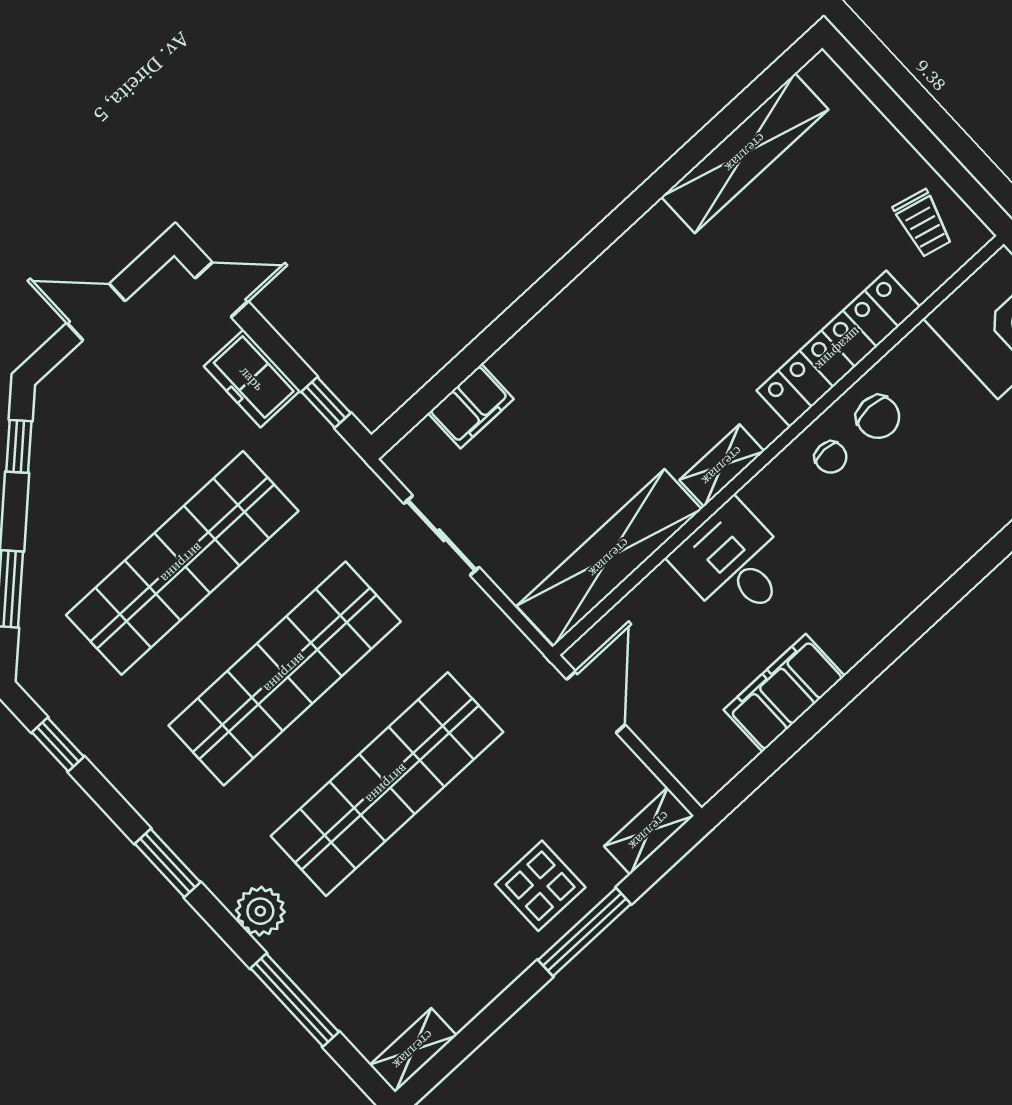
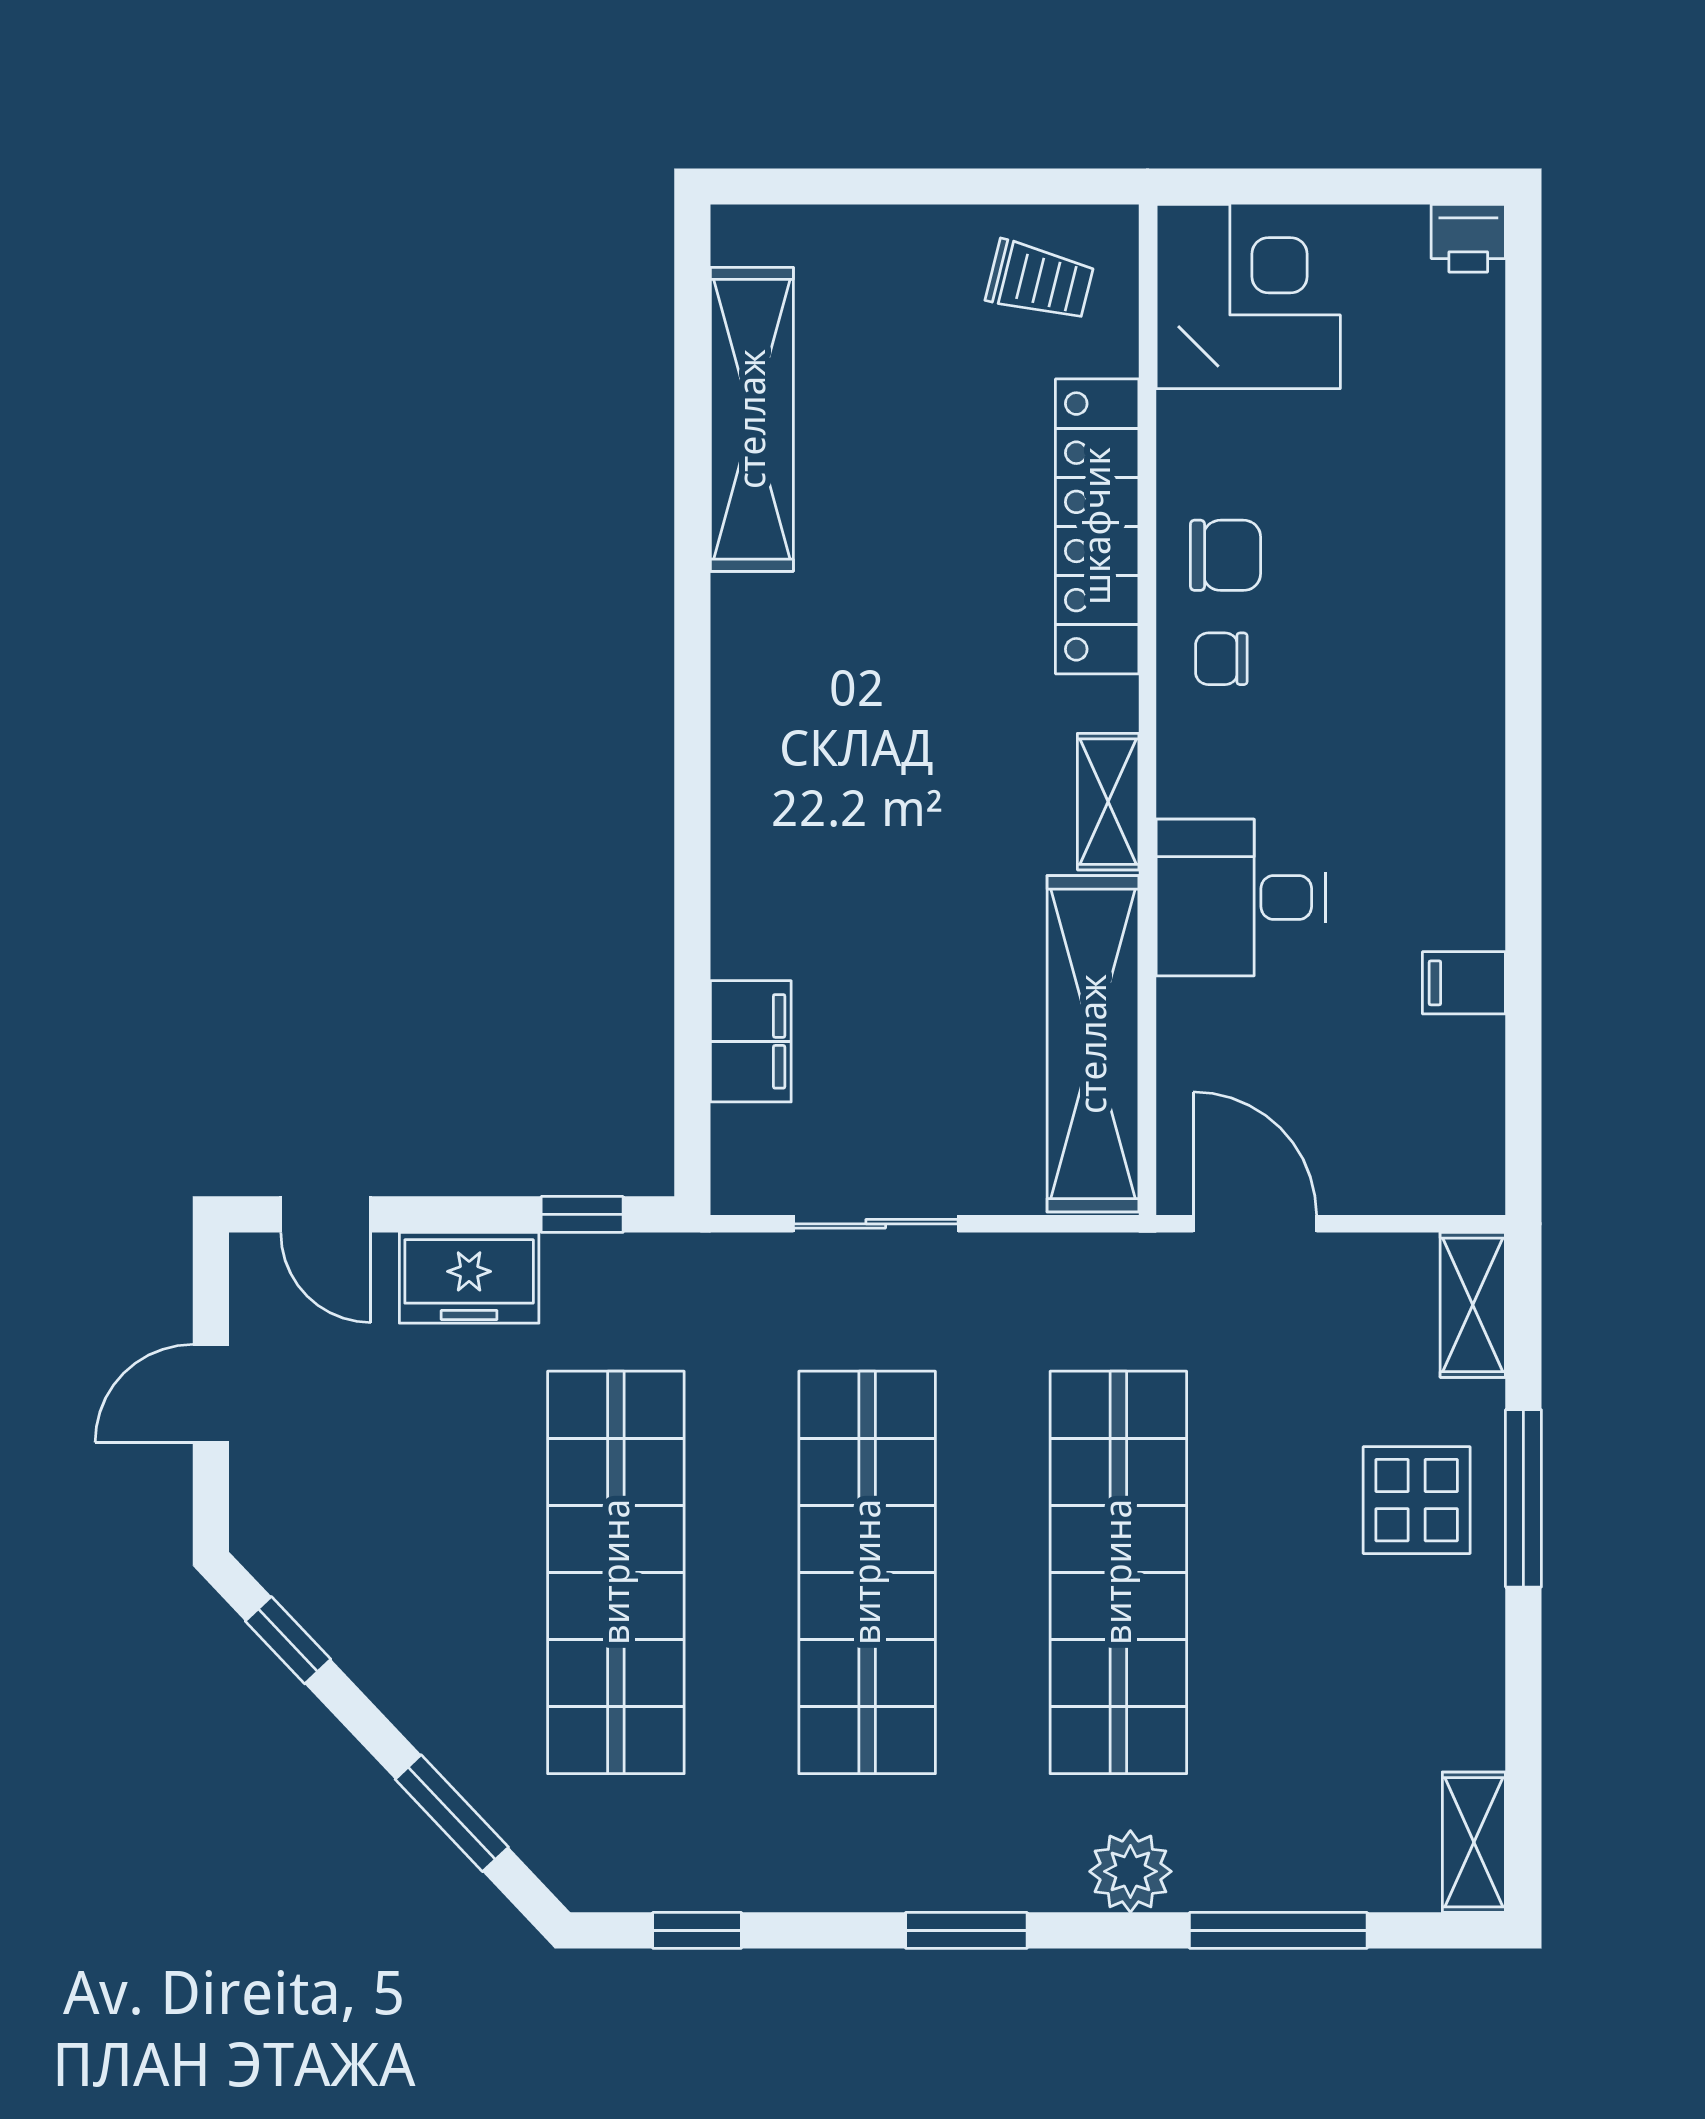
door: (222, 290) -> (326, 1214), swing flipped
chair: (831, 457) -> (1221, 659), turned 180
filing cabinet: (784, 693) -> (1464, 983), width x0.33, depth x0.86

